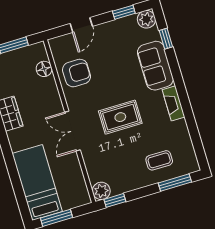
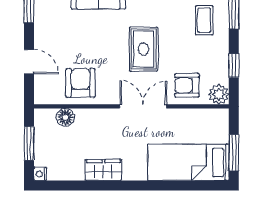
double door: (72, 131) -> (143, 106), swing flipped
armchair: (101, 162) -> (187, 85), added
window: (115, 200) -> (234, 66), moved

